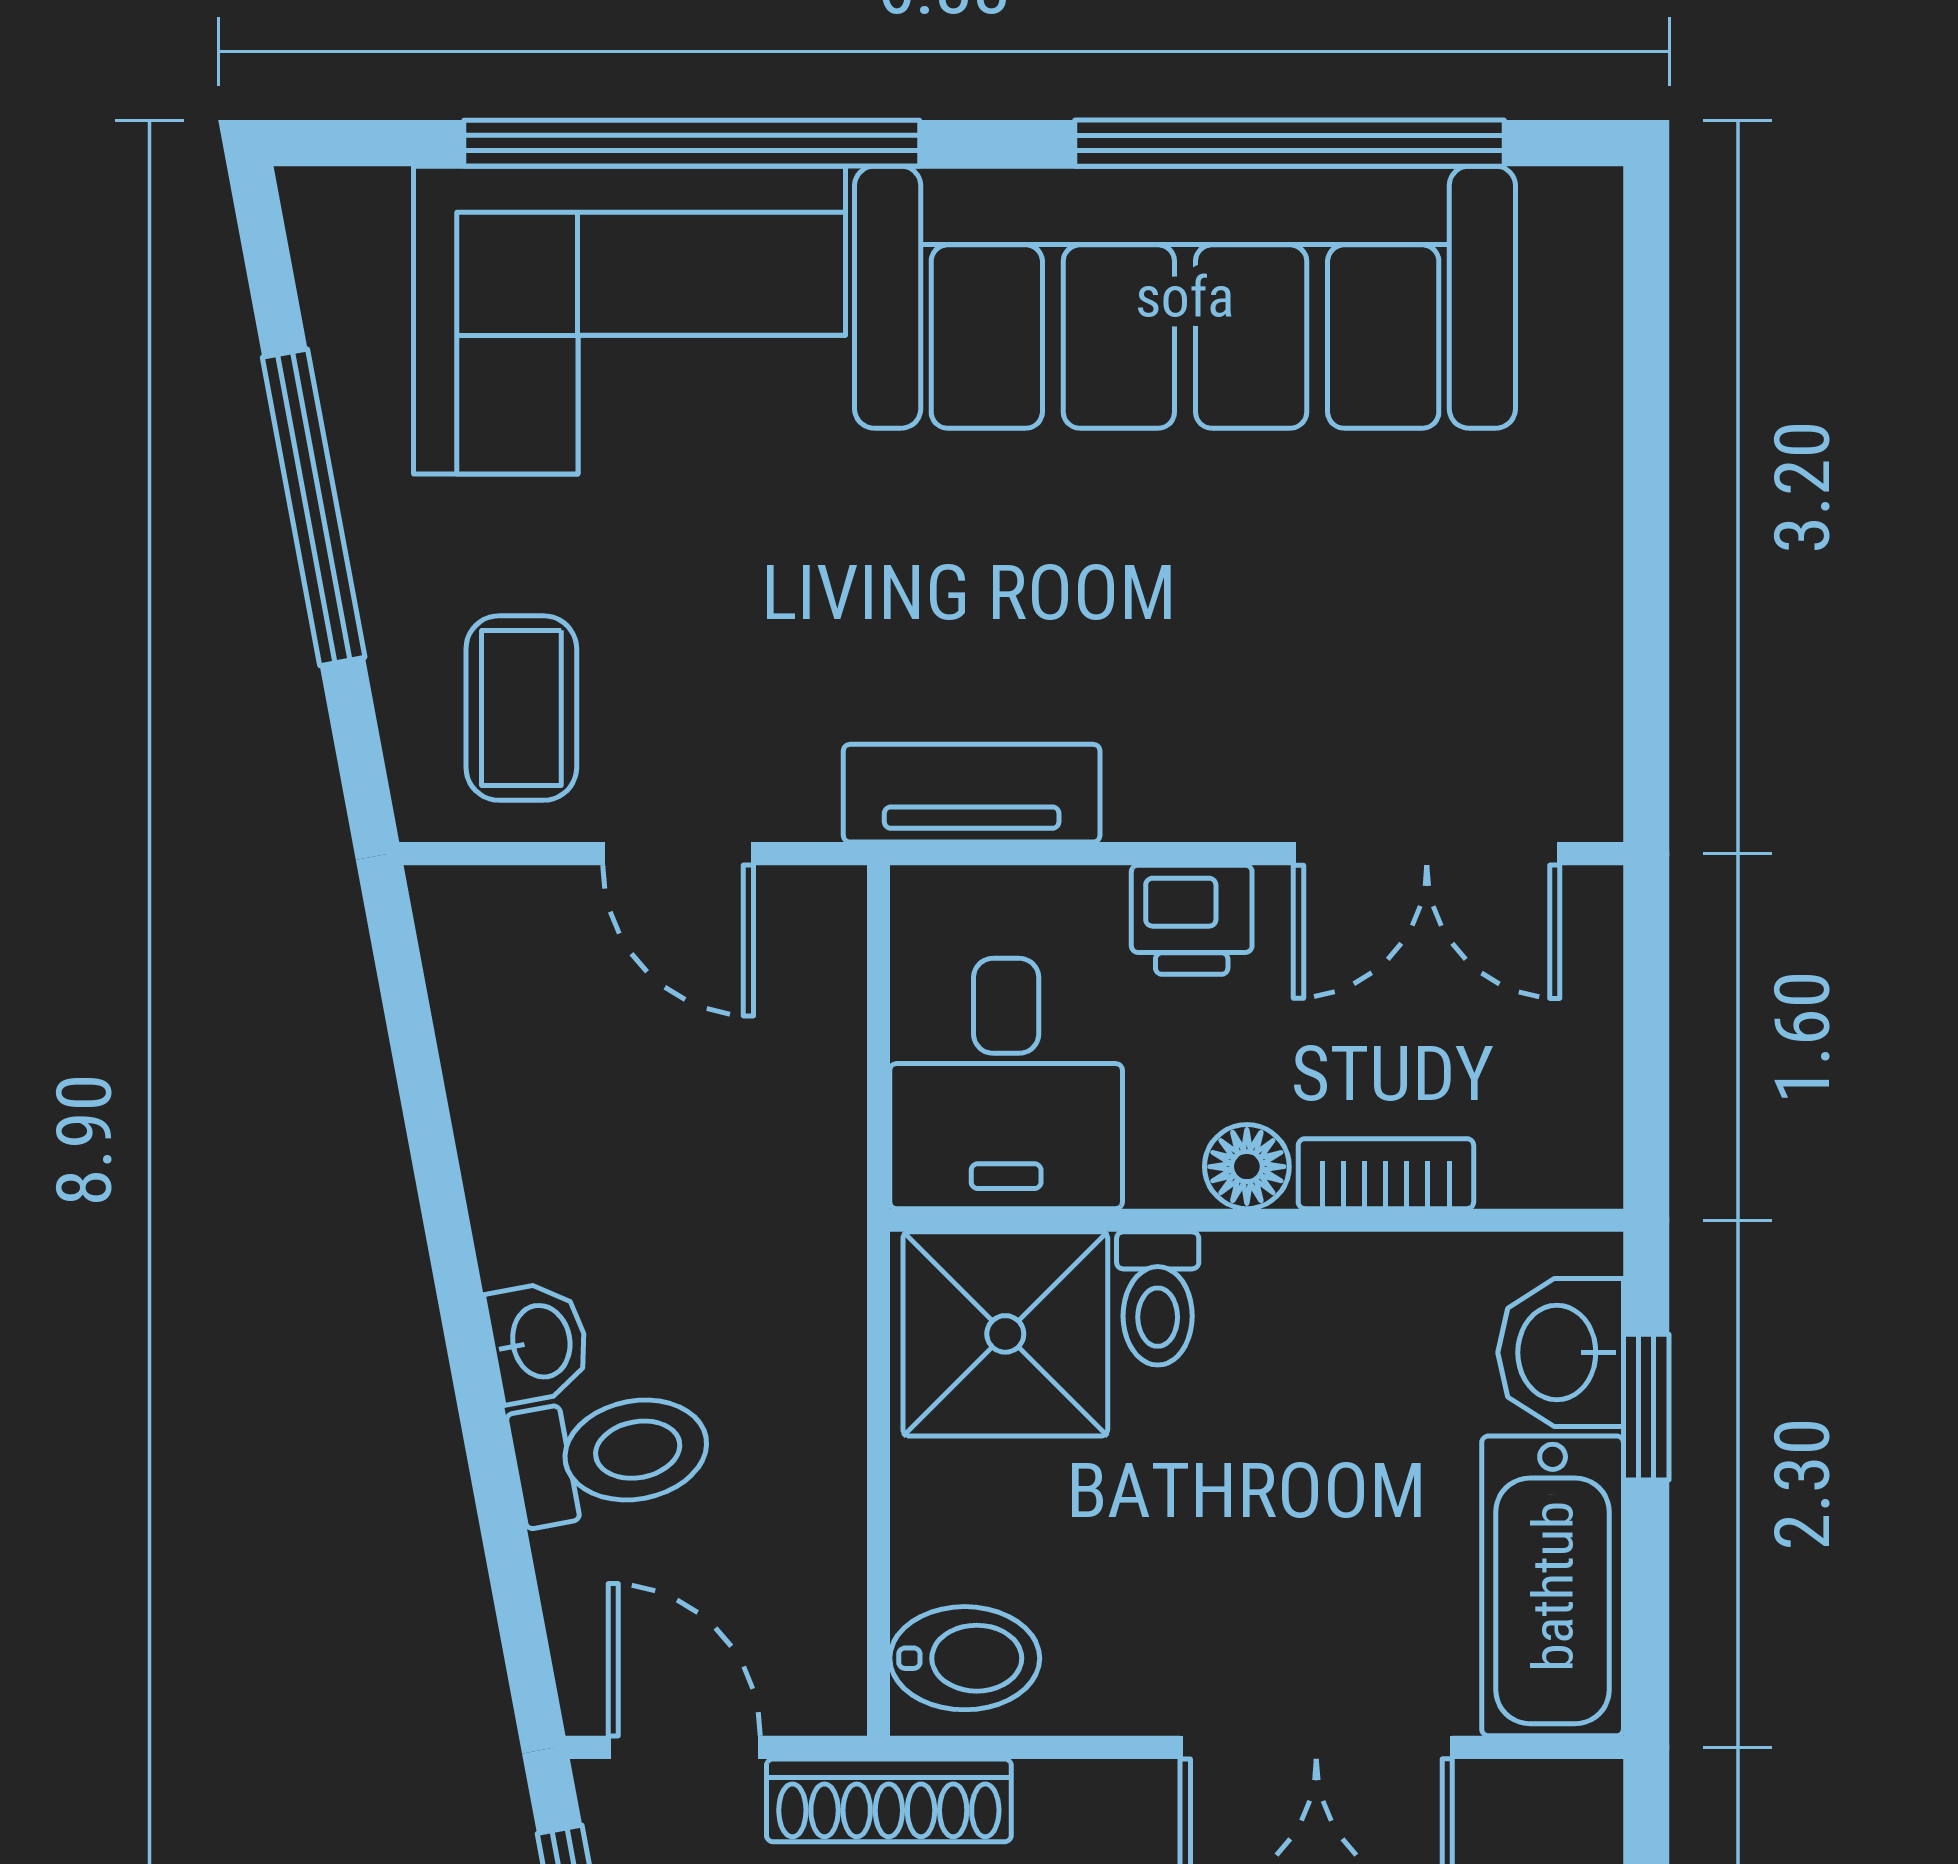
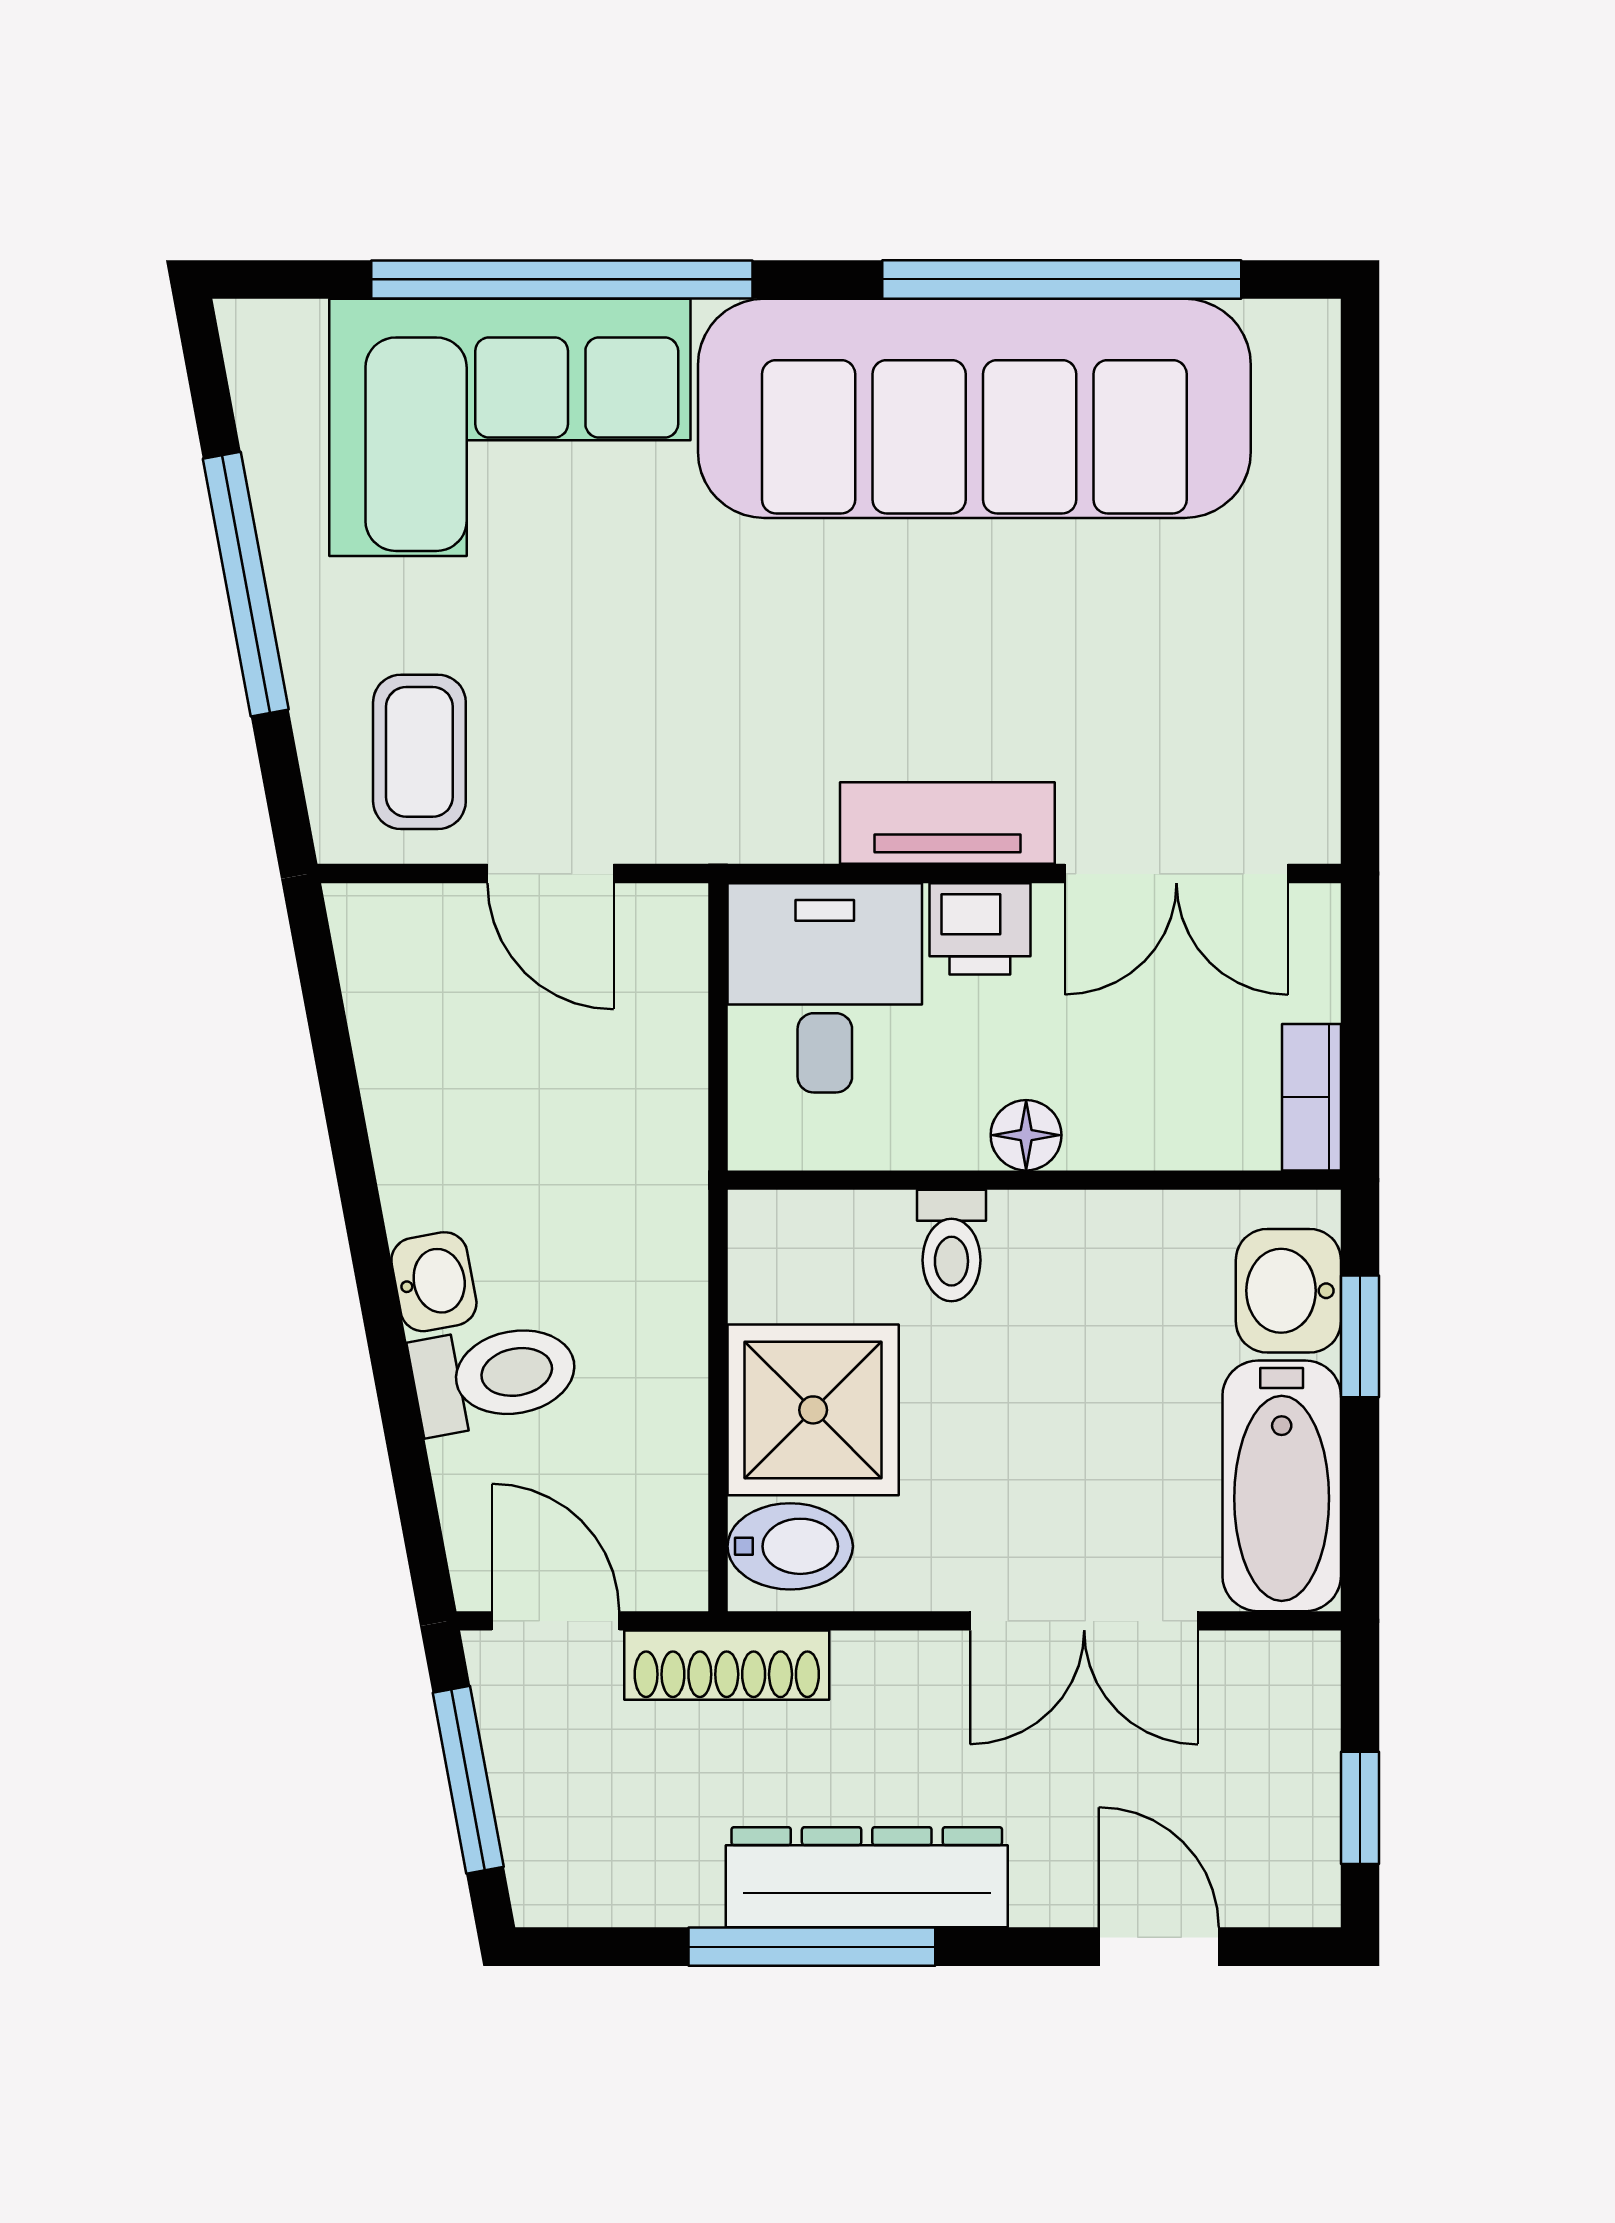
tv unit: (972, 793) -> (947, 823), moved
desk: (1006, 1083) -> (825, 988), moved, turned 180
bookcase: (1386, 1174) -> (1312, 1097), moved, turned -90
shower: (1005, 1334) -> (813, 1410), moved

